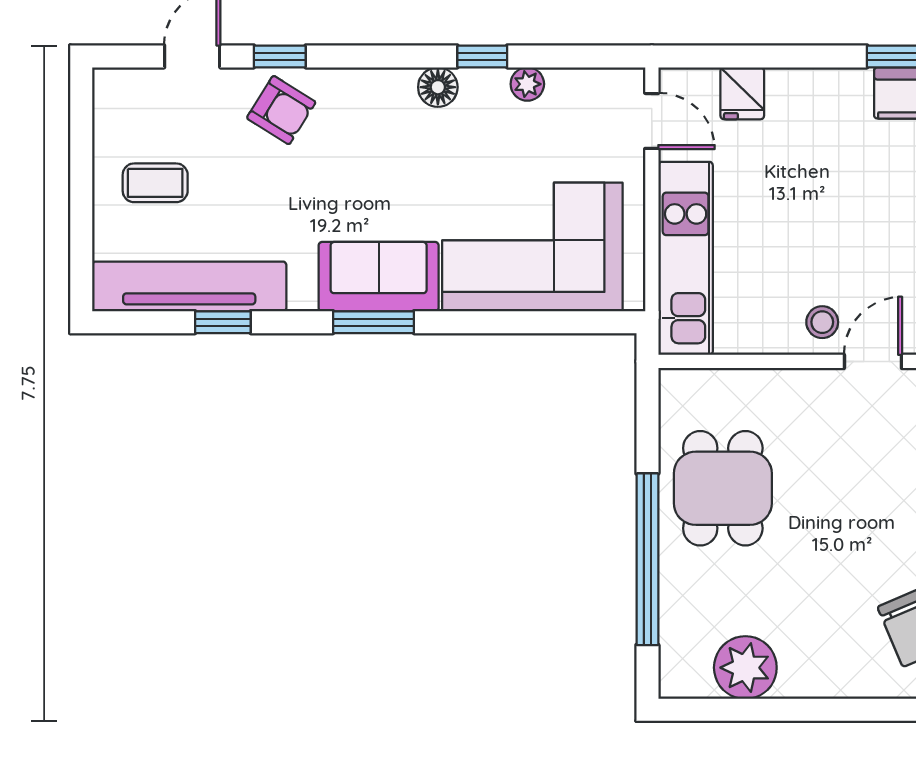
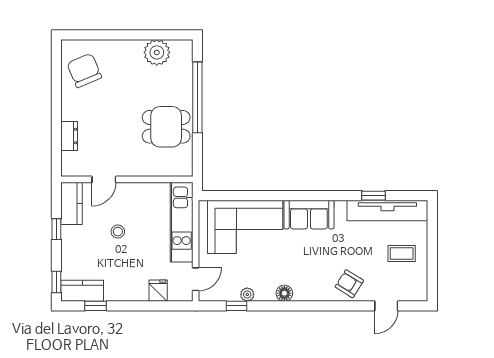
window: (280, 56) -> (350, 306), removed
window: (482, 56) -> (236, 306), moved
door: (652, 121) -> (196, 279), swing flipped
window: (374, 322) -> (311, 196), removed
stool: (822, 322) -> (118, 232), moved
dining table: (723, 488) -> (166, 127), turned 90

